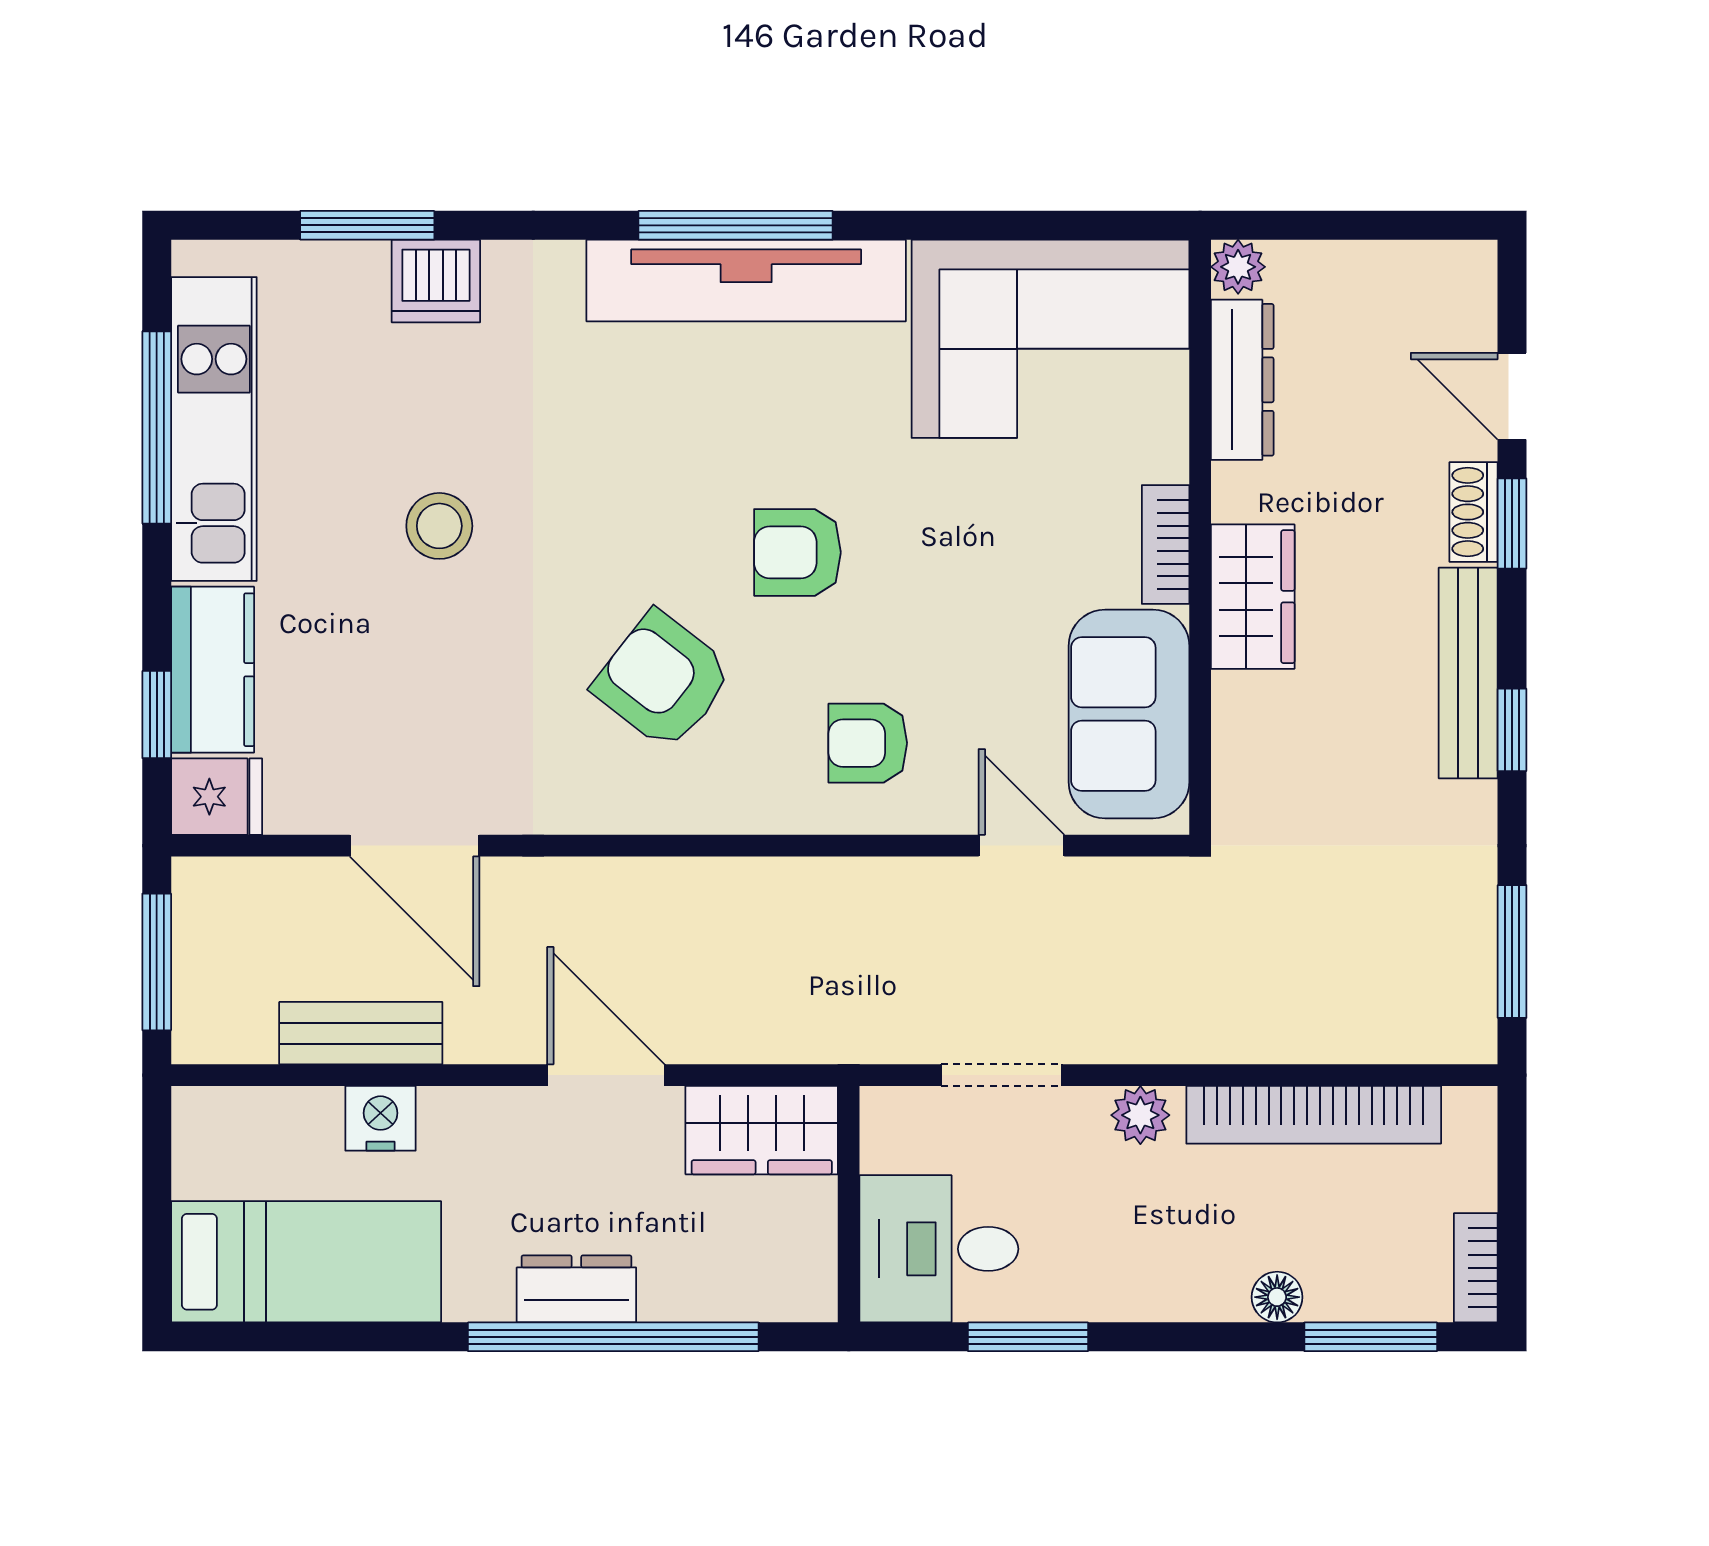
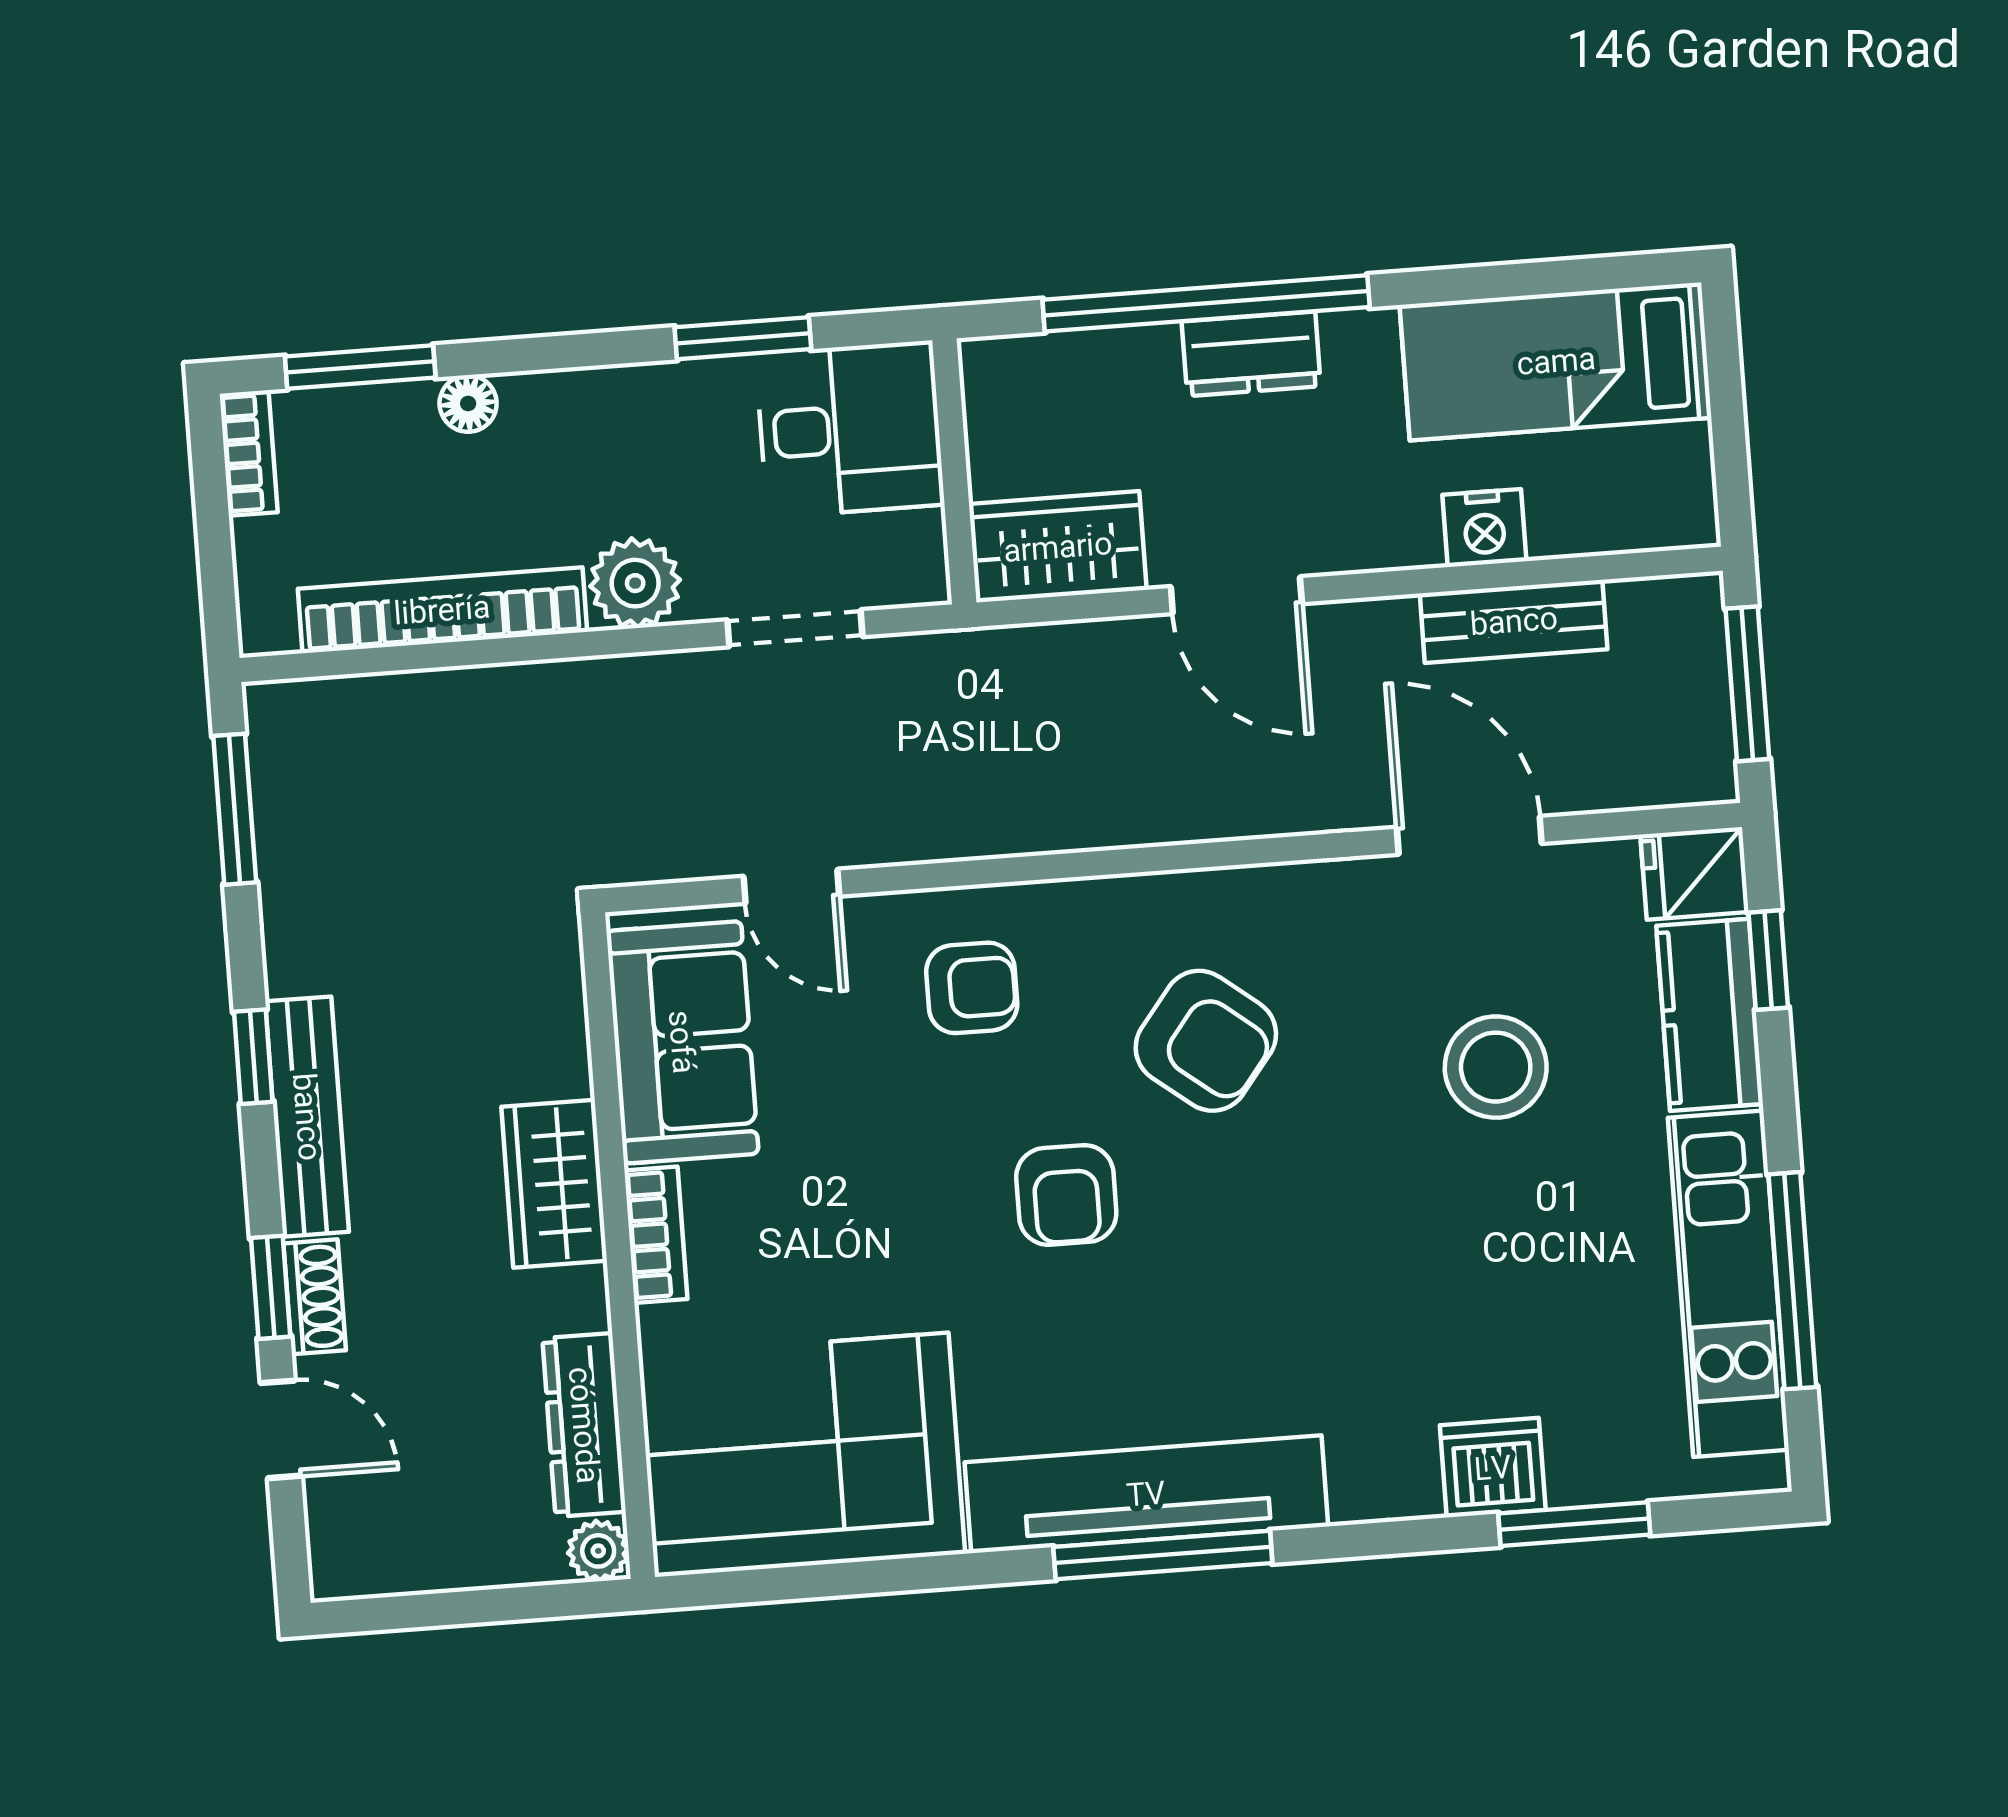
stool: (439, 526) -> (1496, 1067), moved, width x1.38, depth x1.38
armchair: (797, 552) -> (1066, 1195), turned 90
plant: (1140, 1115) -> (635, 583), width x1.38, depth x1.38

